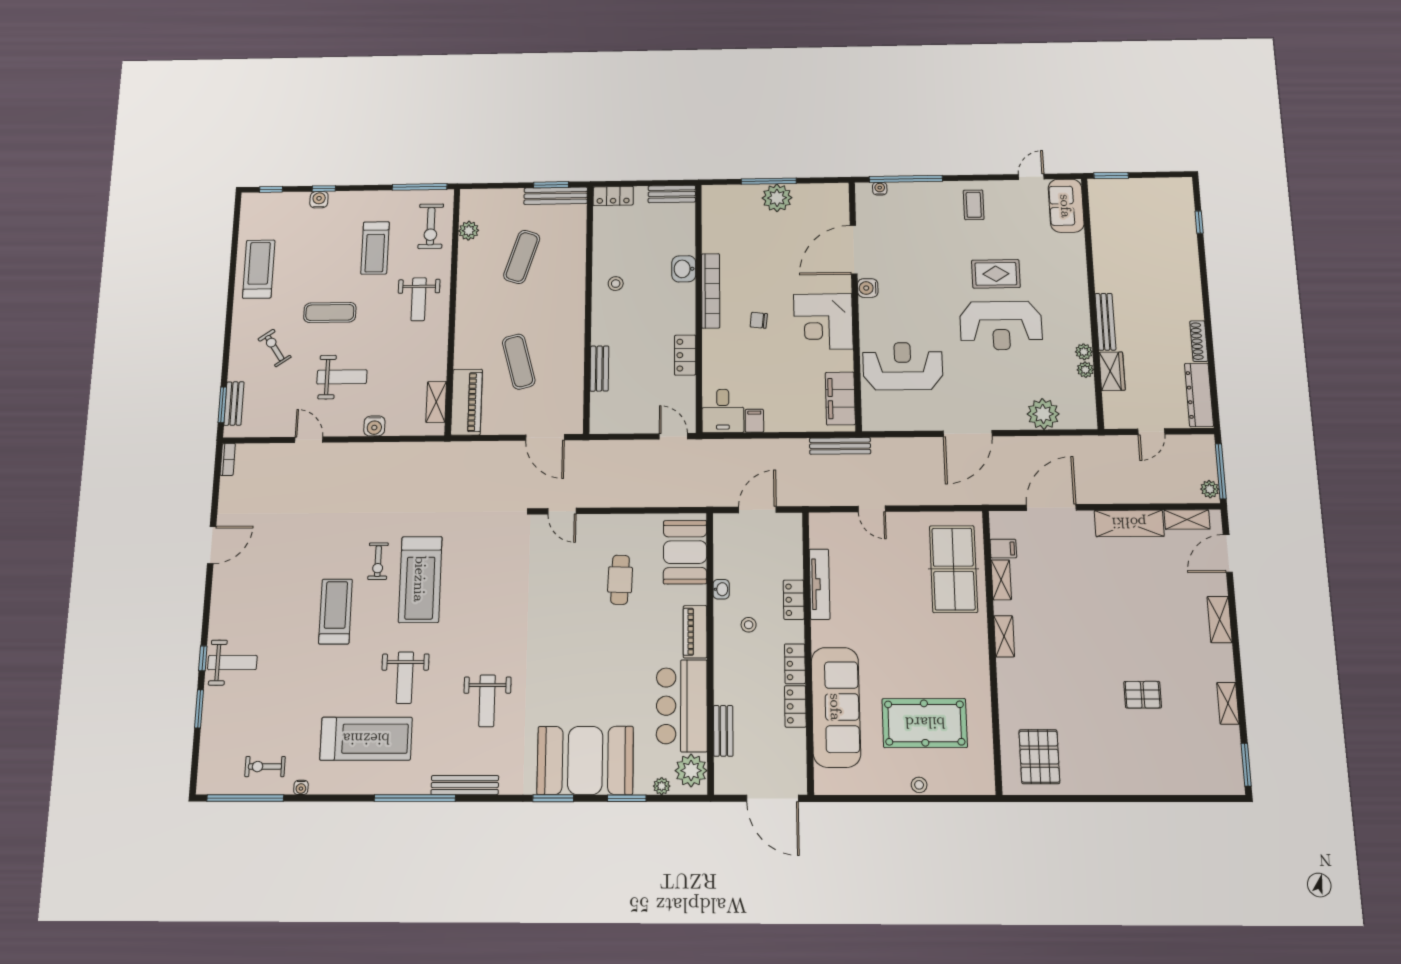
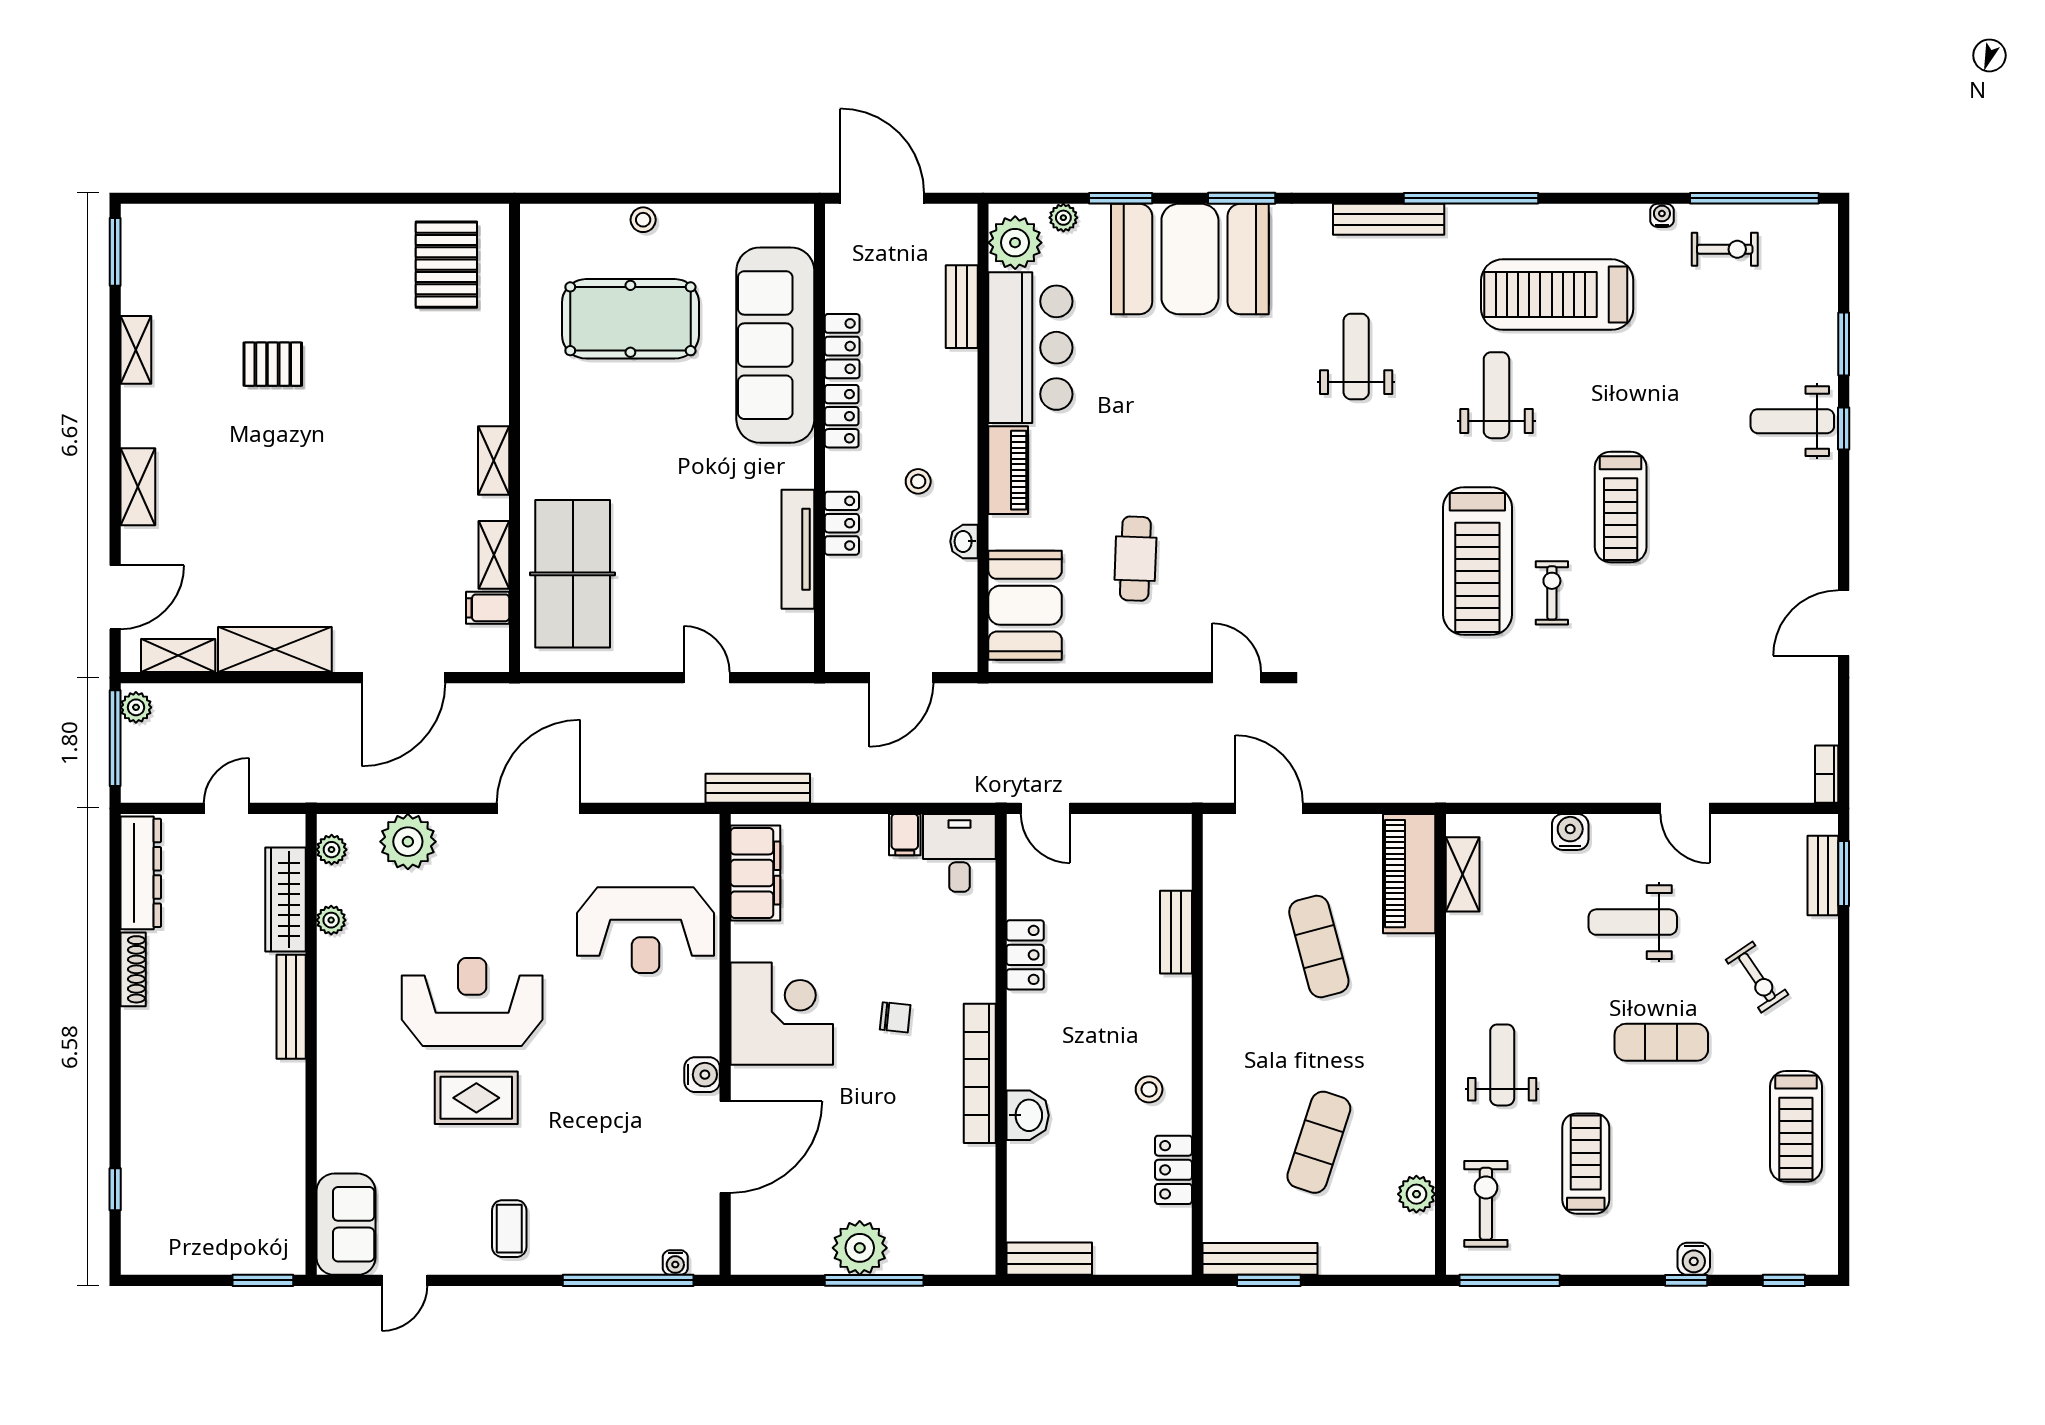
locker: (613, 196) -> (1173, 1170), moved, turned -90
plant: (1084, 352) -> (332, 850), moved
wardrobe: (1112, 371) -> (286, 900), width x1.50
treadmill: (420, 579) -> (1477, 561), turned 180

